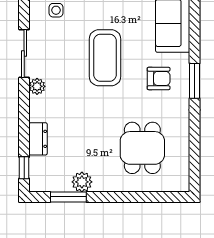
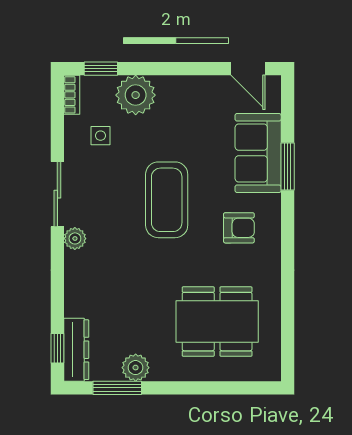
window: (195, 81) -> (288, 166), moved
dresser: (38, 139) -> (76, 350), moved, width x1.44
dining table: (142, 148) -> (217, 322), width x1.38

